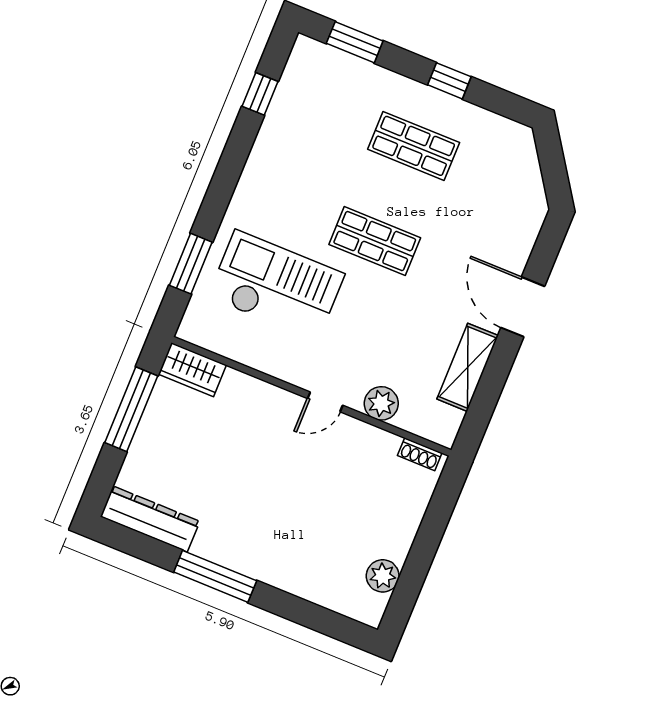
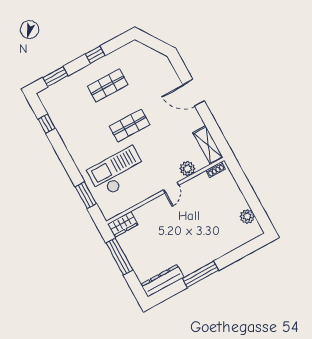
shelving: (468, 367) -> (208, 145), moved

